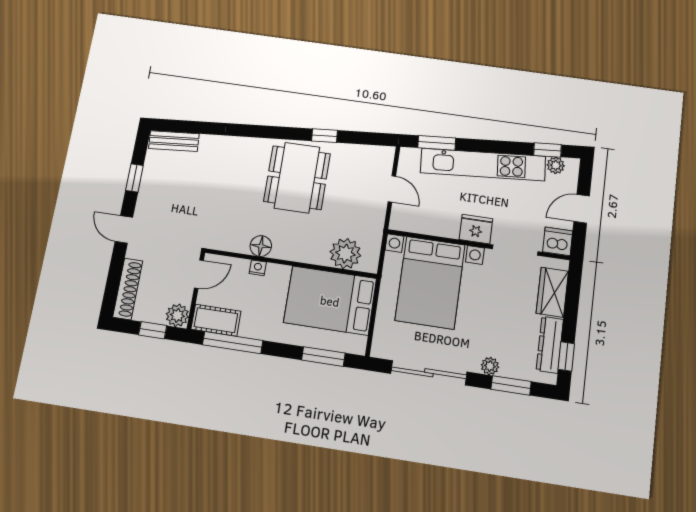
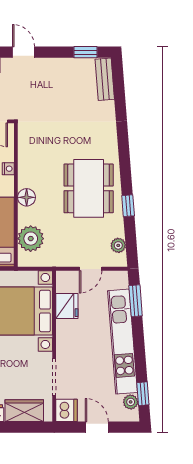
plant: (369, 153) -> (118, 245), added
window: (134, 178) -> (85, 52), moved
dining table: (297, 178) -> (89, 188), turned 90
door: (124, 229) -> (24, 52), hinge flipped
fridge: (476, 229) -> (67, 306), moved
floor lamp: (261, 246) -> (27, 197), moved

